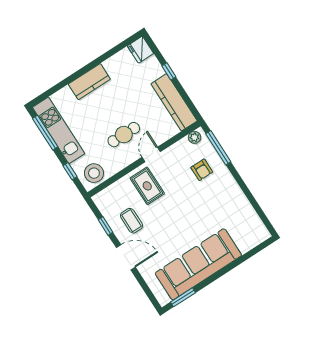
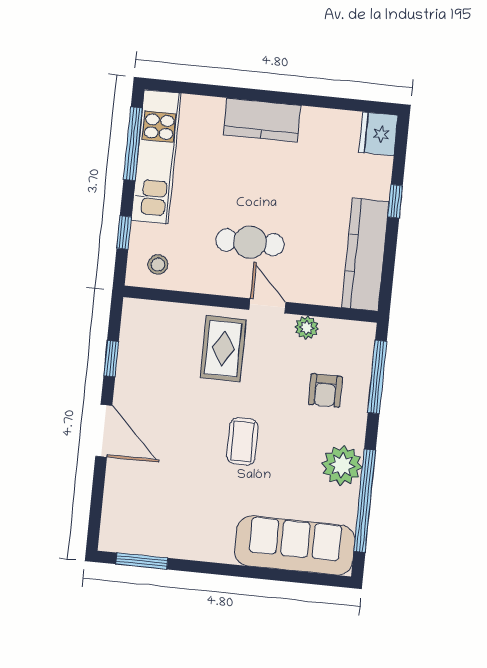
plant: (195, 137) -> (307, 328), moved
door: (151, 154) -> (268, 306), hinge flipped
stool: (94, 173) -> (158, 264), width x0.53, depth x0.53
plant: (233, 195) -> (342, 465), added
window: (253, 201) -> (365, 501), added
coffee table: (132, 221) -> (242, 441), moved
sofa: (198, 264) -> (295, 545), moved, width x0.74, depth x0.79

